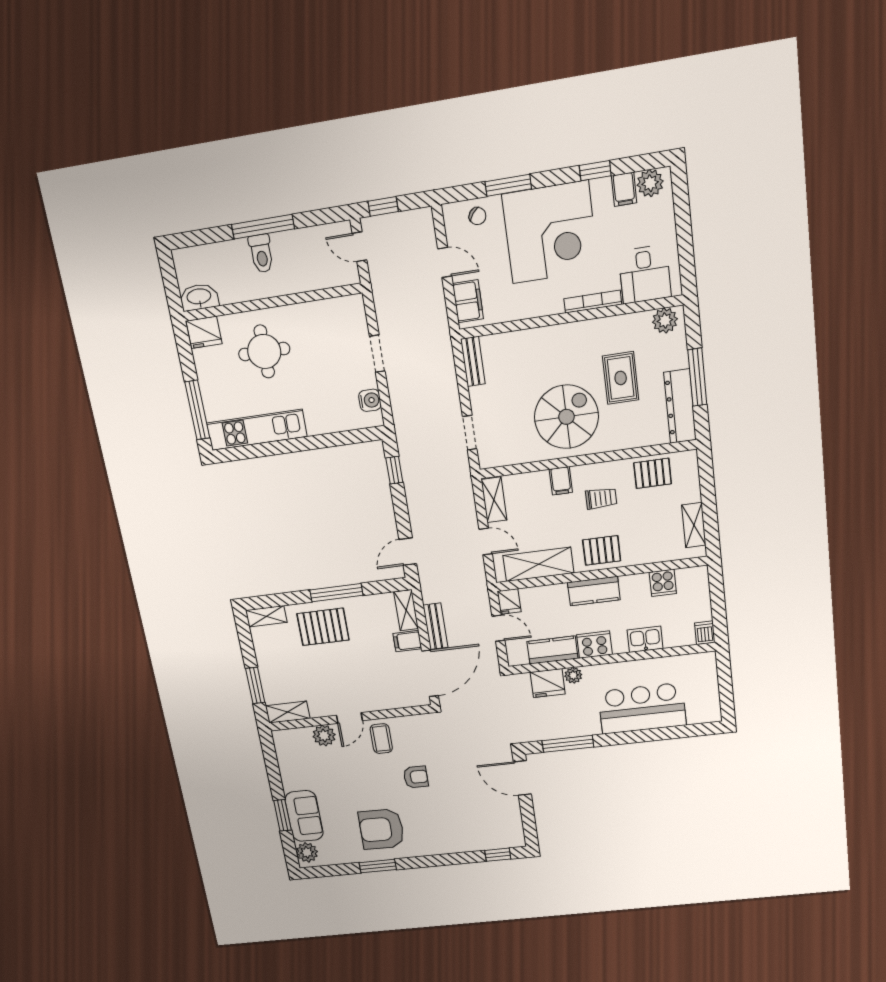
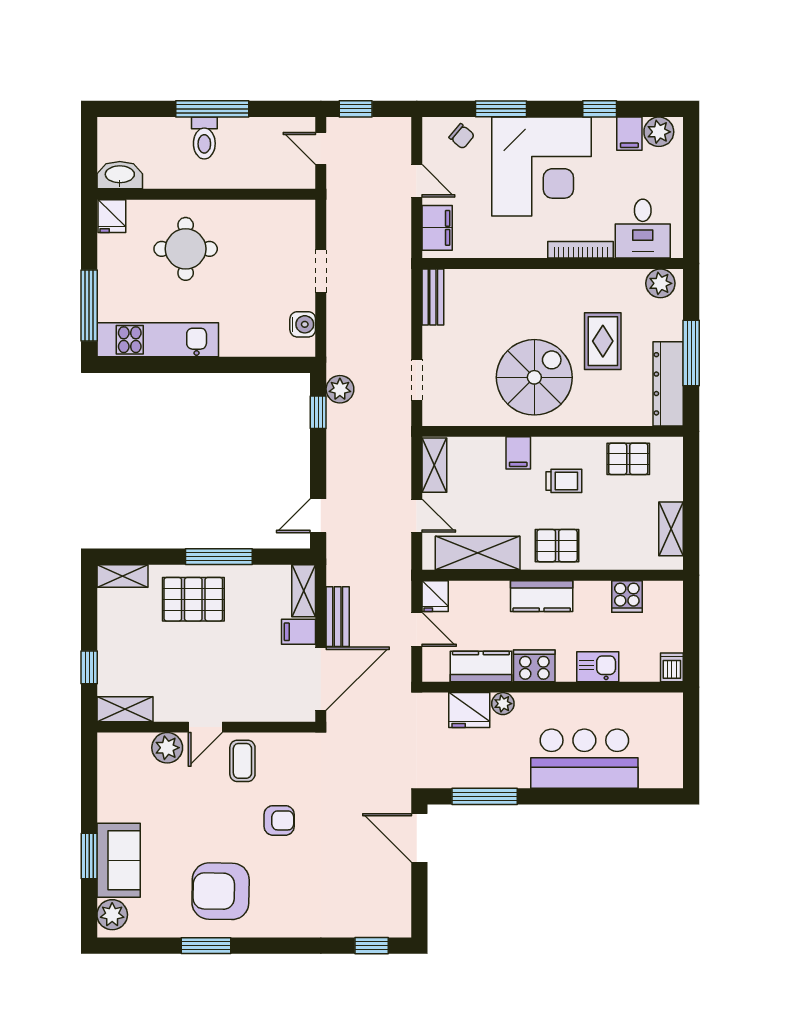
fridge: (204, 332) -> (112, 216), width x0.72
plant: (409, 449) -> (340, 389), added
window: (255, 685) -> (89, 667), width x0.67

